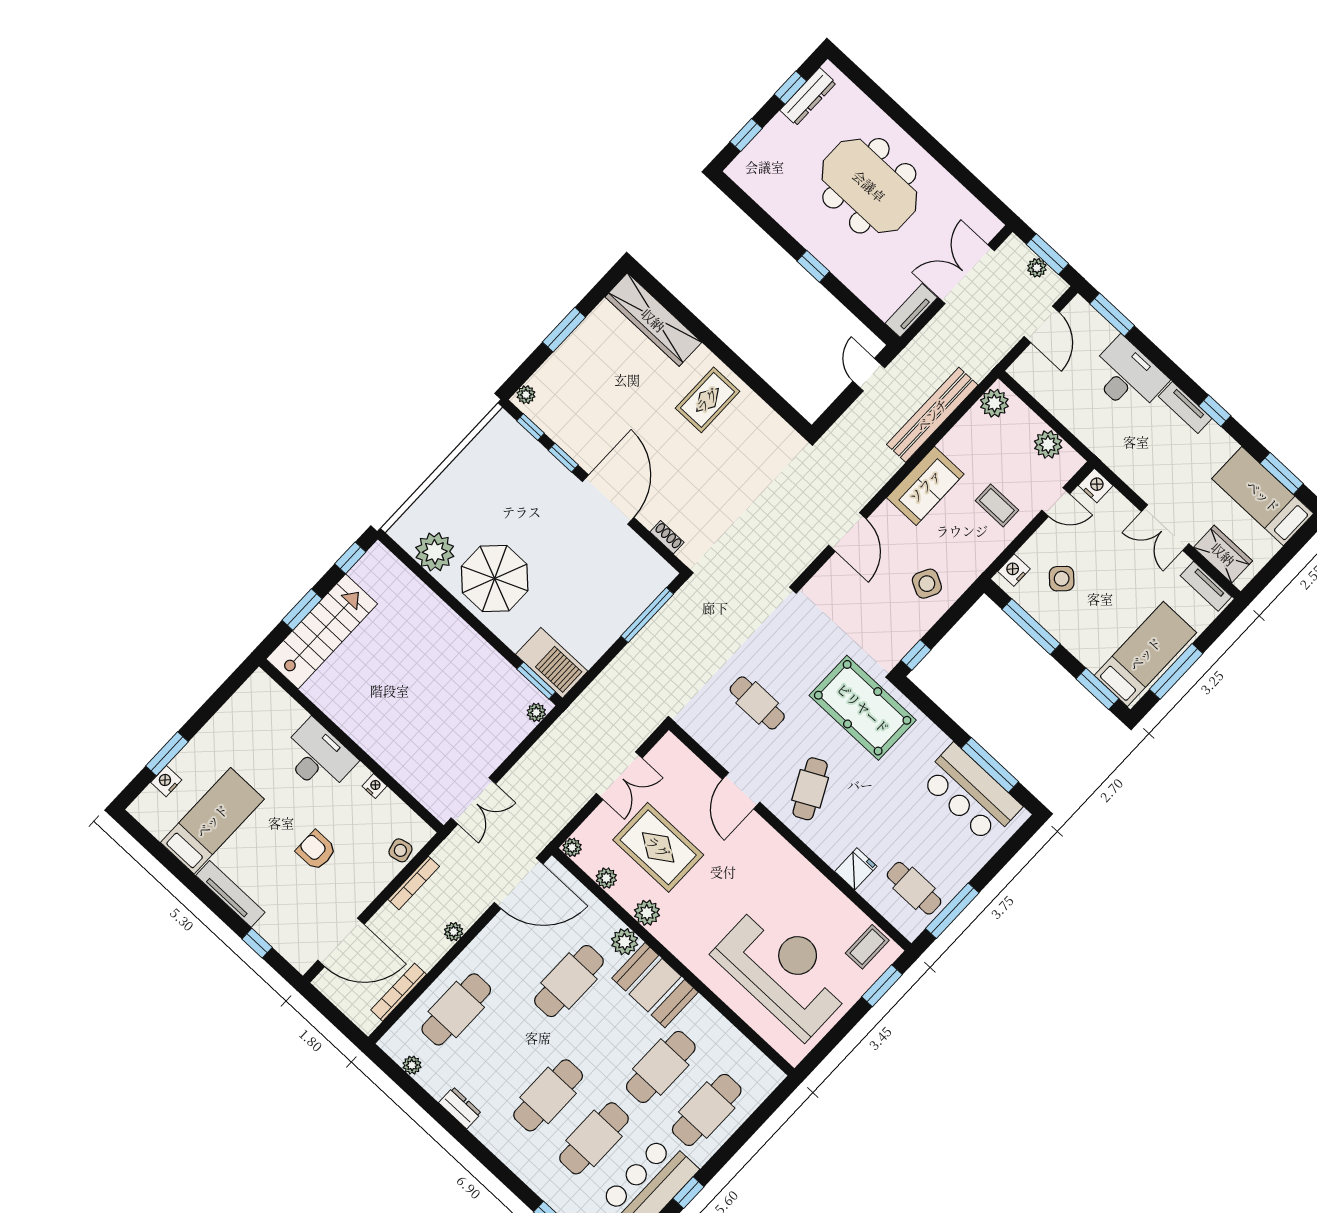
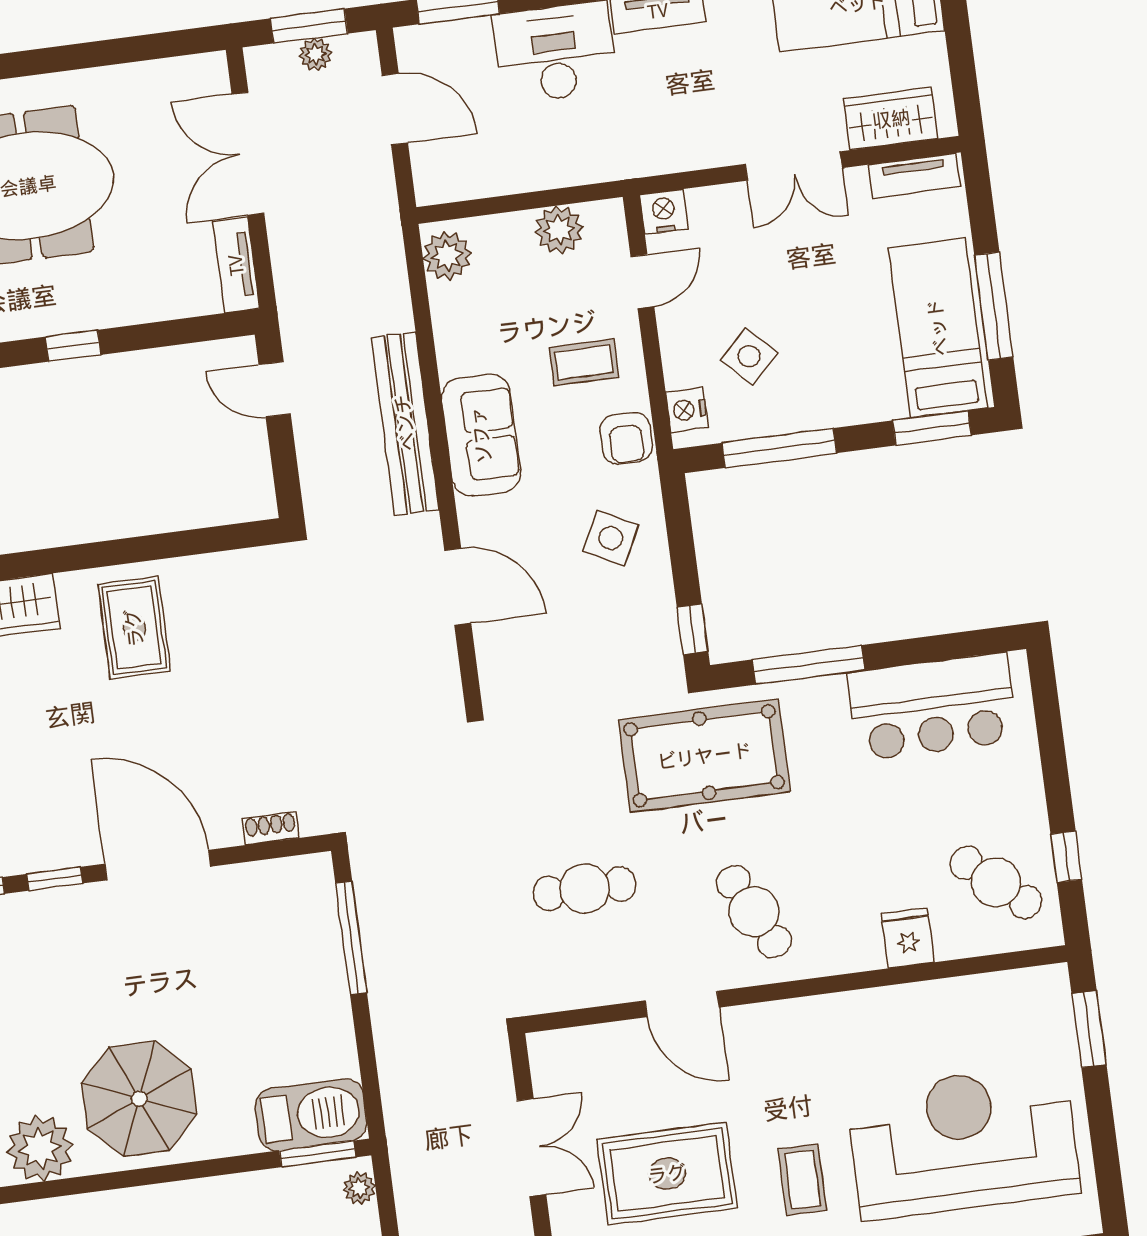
bench: (932, 415) -> (405, 423), moved
armchair: (978, 553) -> (626, 438), added
window: (990, 765) -> (808, 665), moved
cafe table: (914, 888) -> (996, 883), turned 41
window: (952, 911) -> (1066, 857), width x0.46
coffee table: (867, 947) -> (802, 1180), moved

